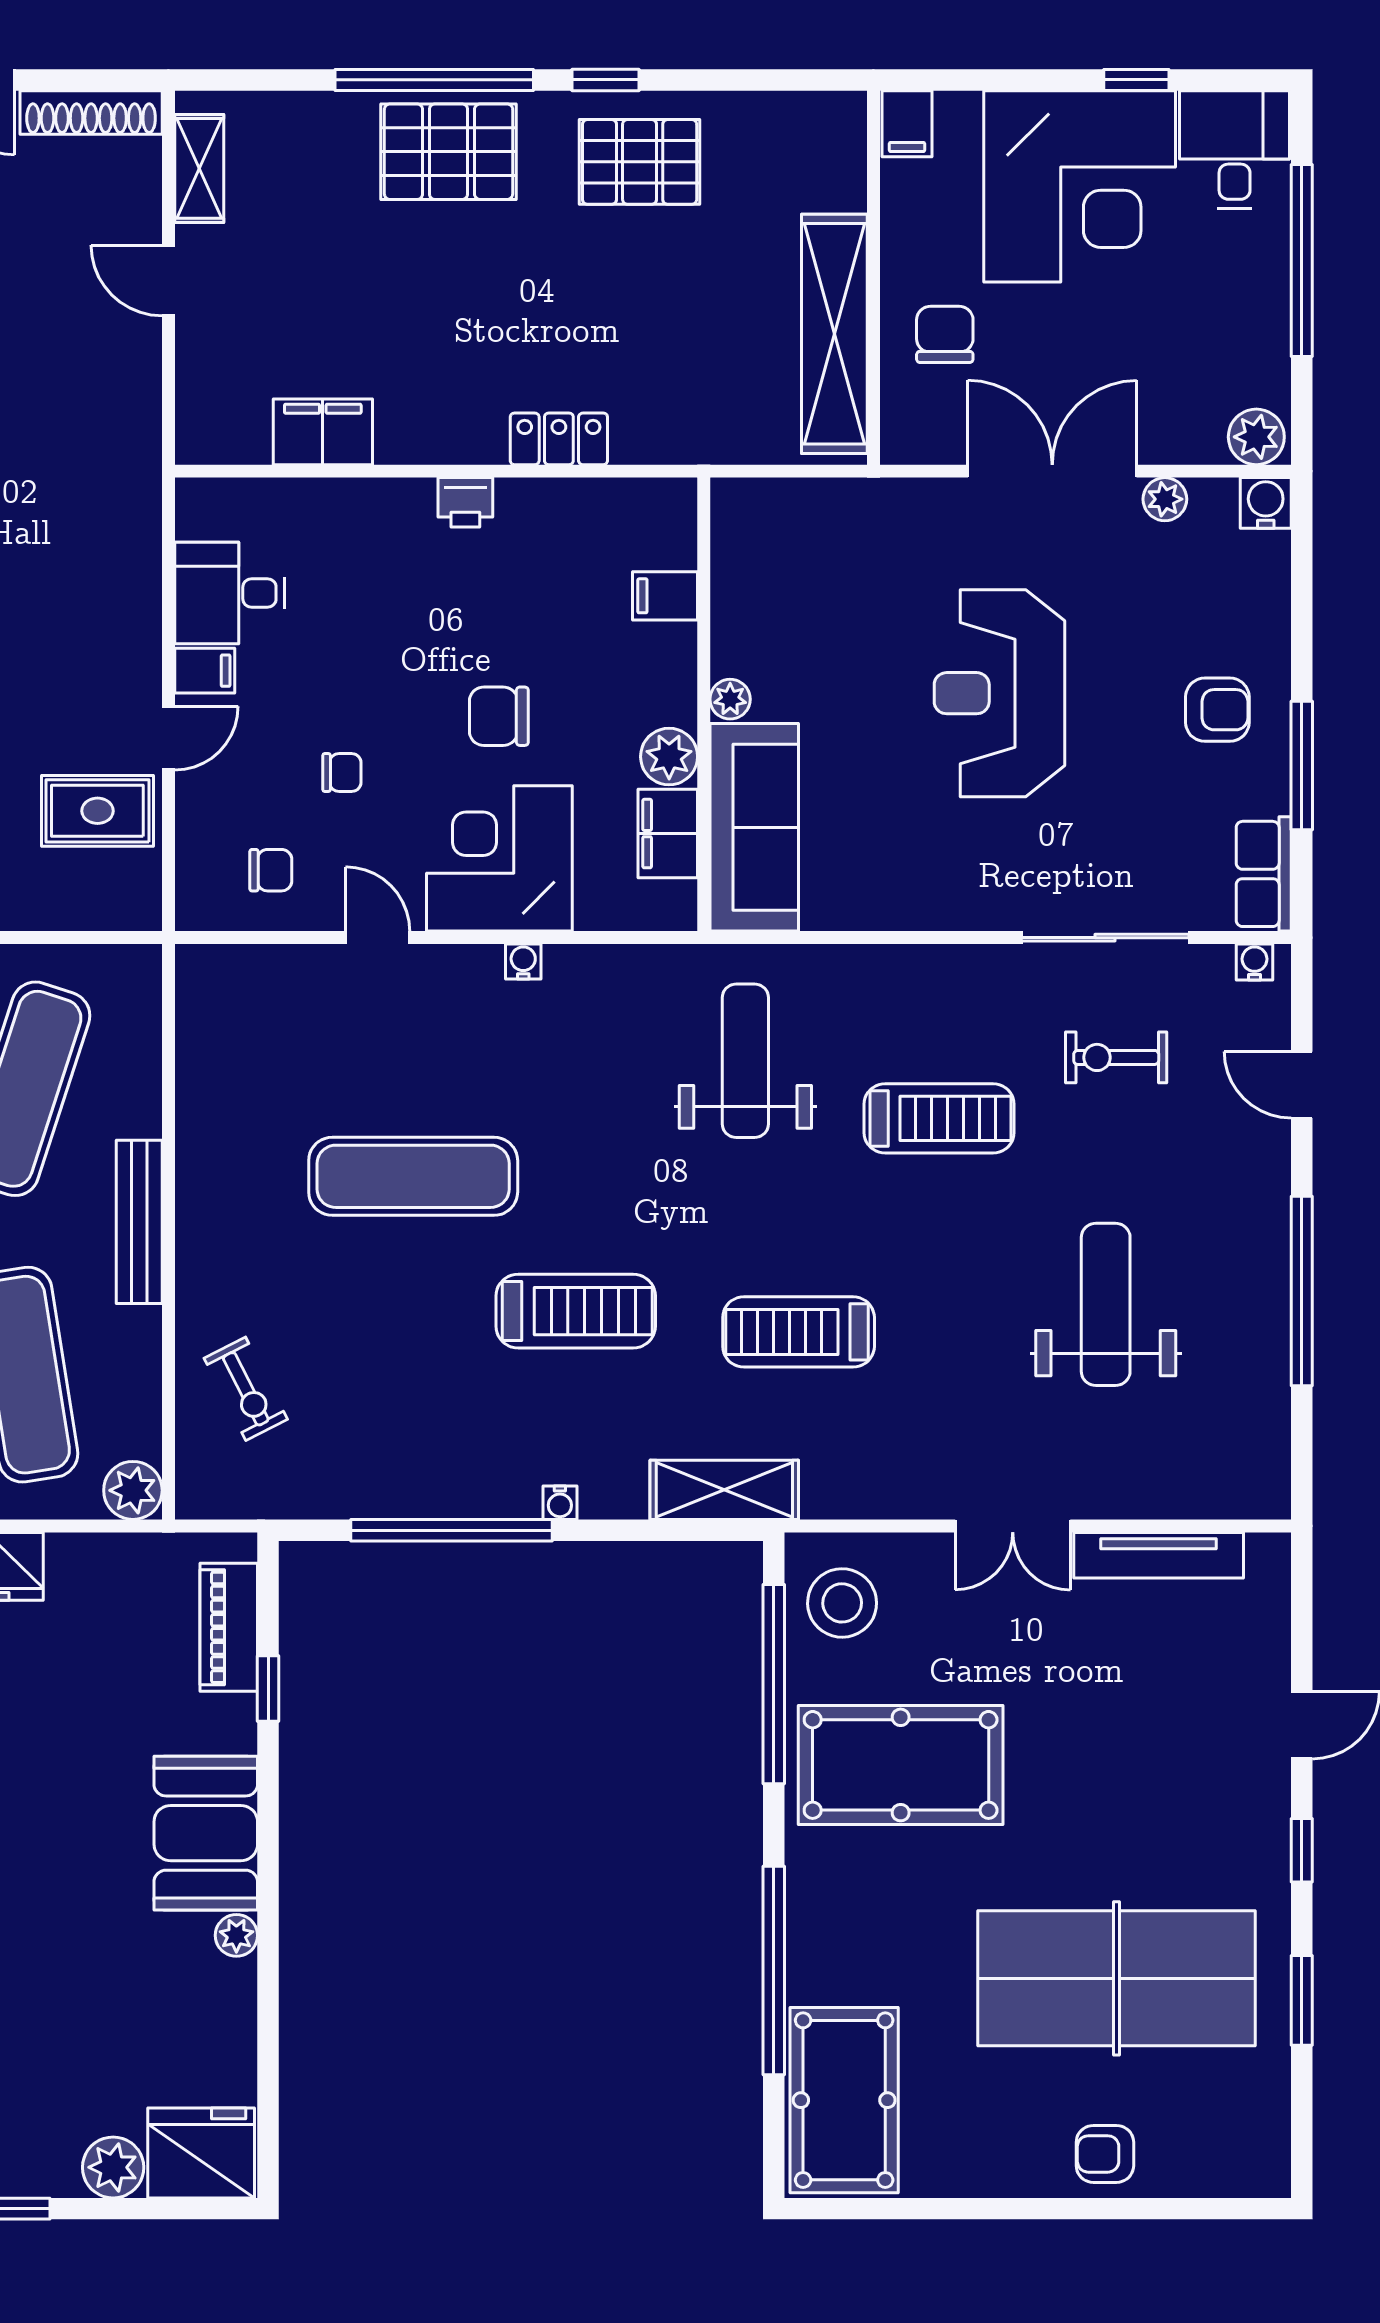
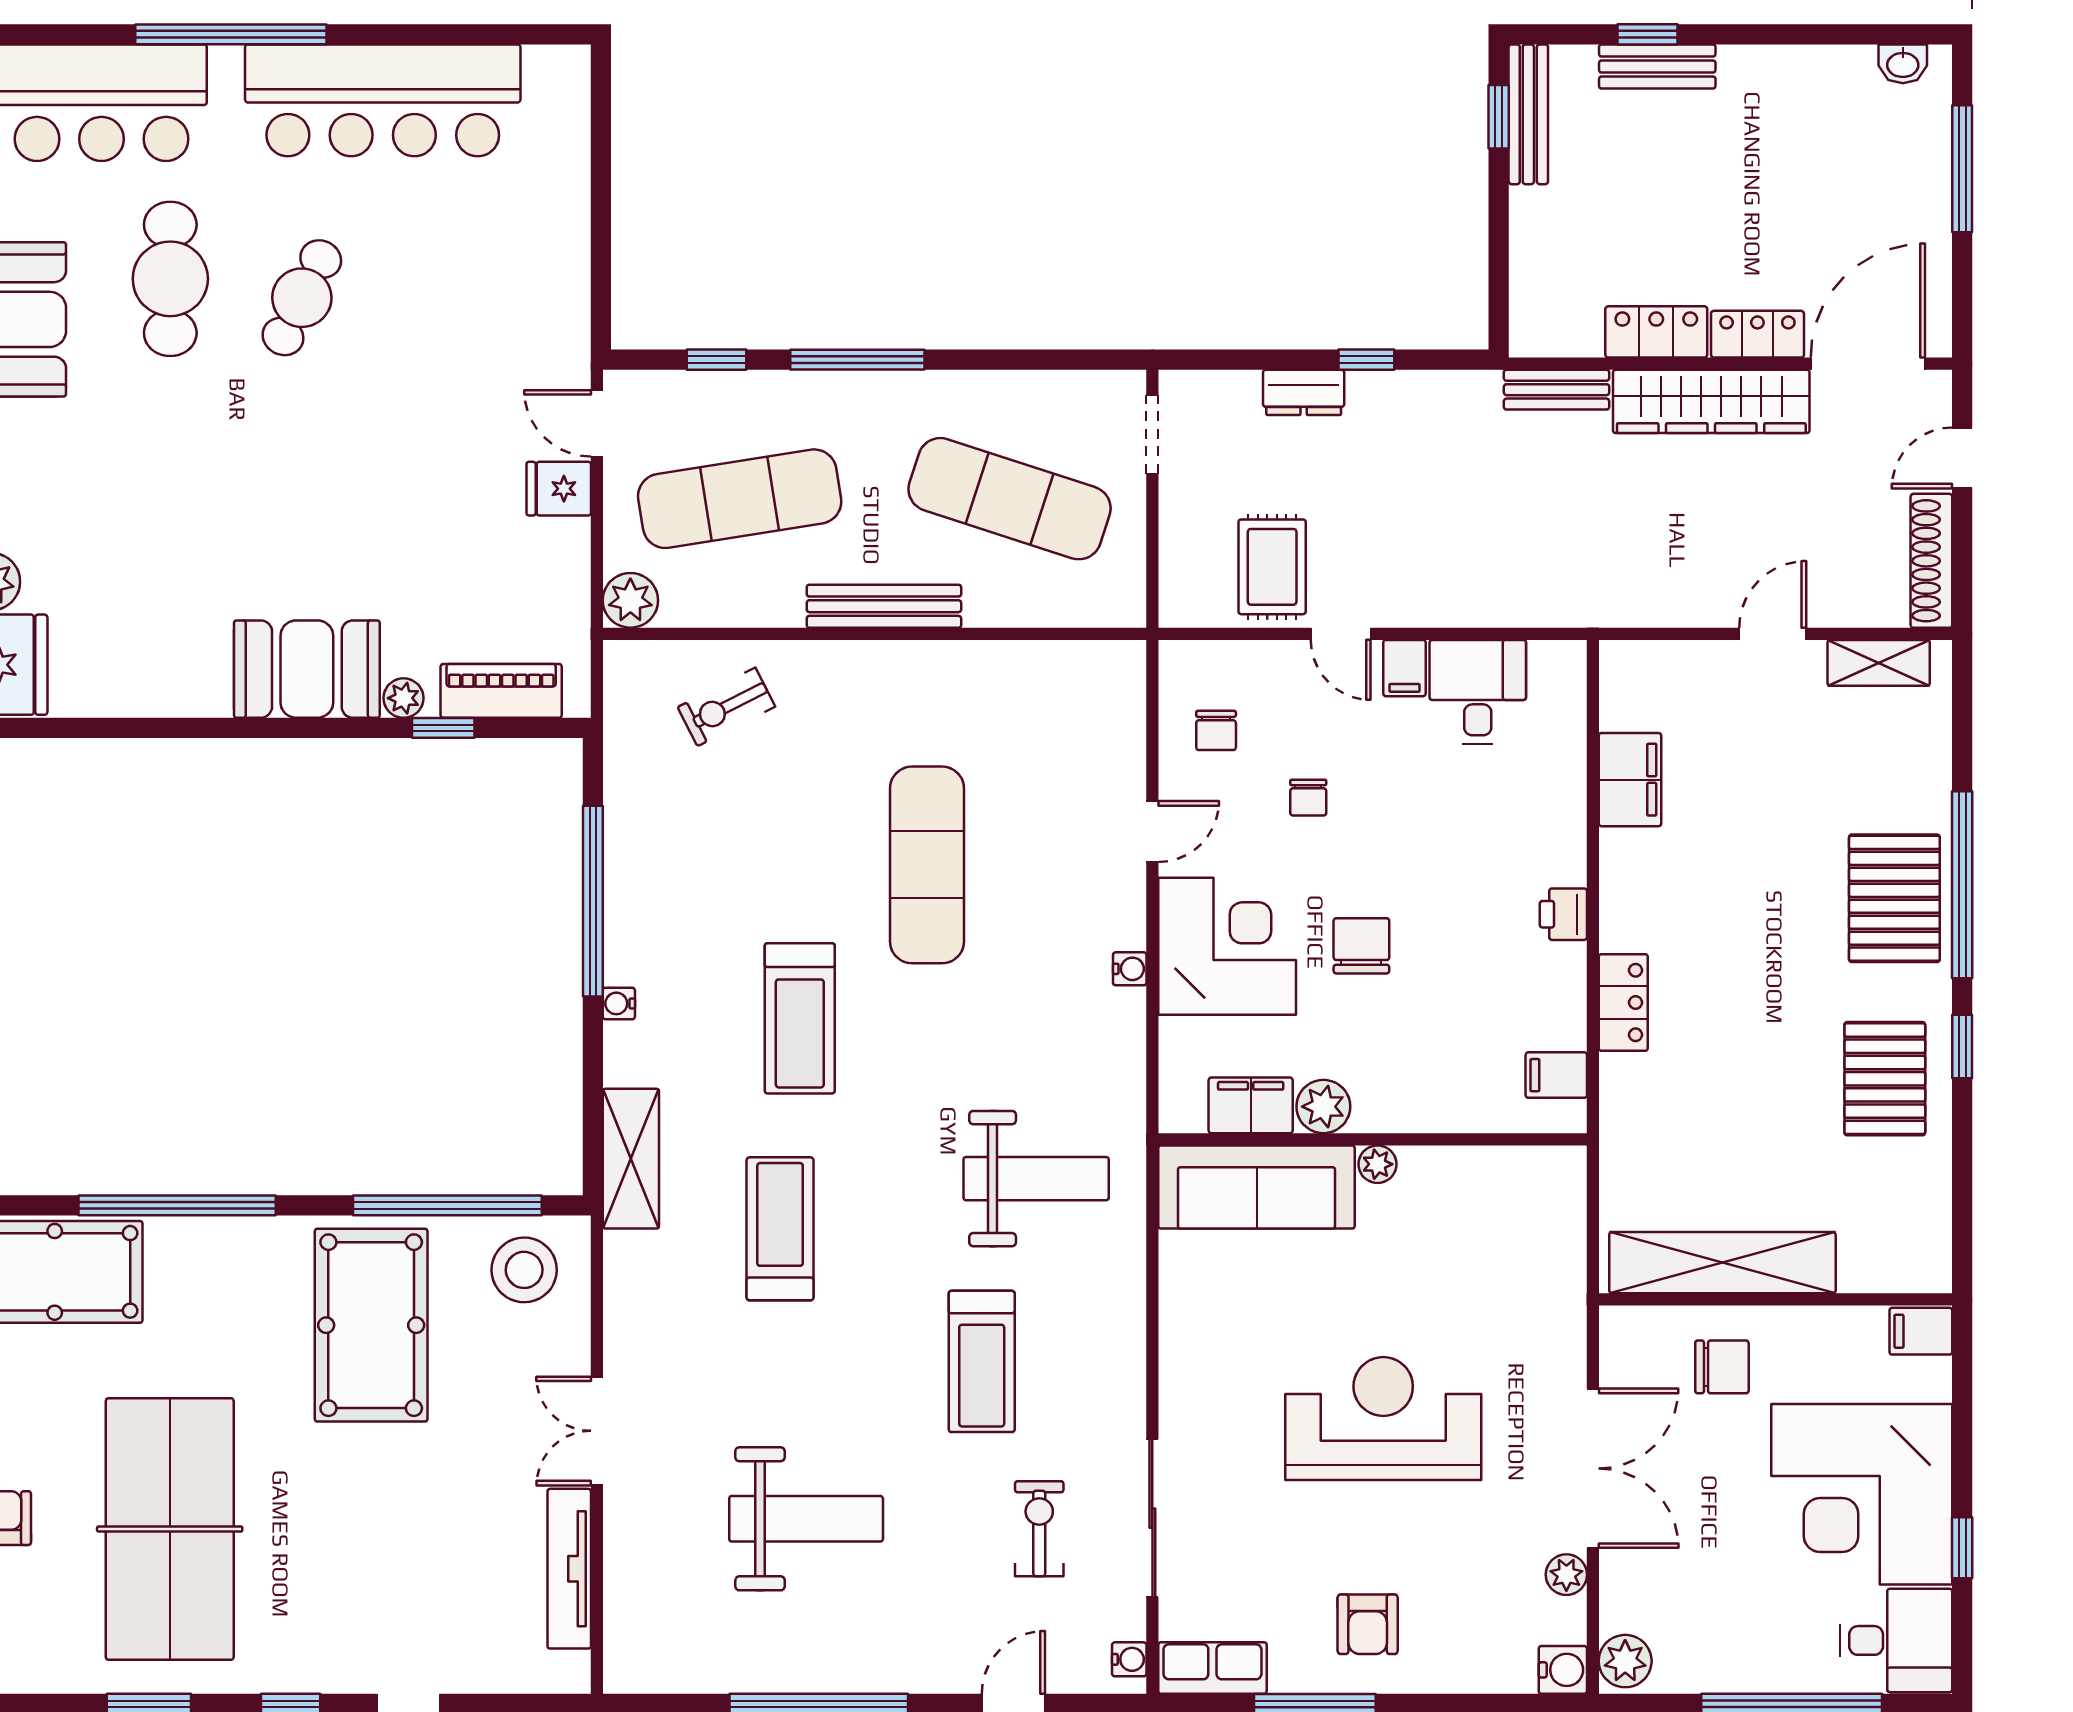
filing cabinet: (665, 596) -> (1556, 1075), moved, turned -90
plant: (236, 1935) -> (403, 698), moved

